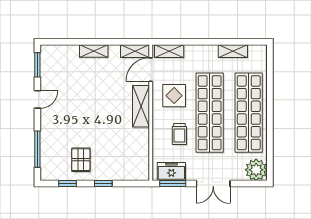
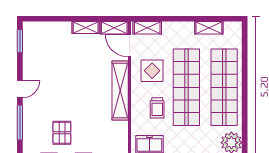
shelving: (94, 51) -> (86, 28), moved
door: (151, 70) -> (130, 46), hinge flipped
door: (37, 99) -> (20, 89), moved
shelving: (141, 106) -> (120, 90), width x1.47

